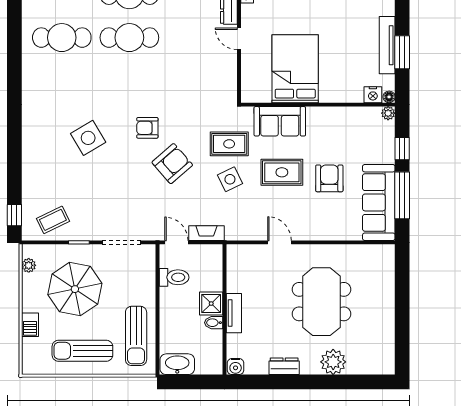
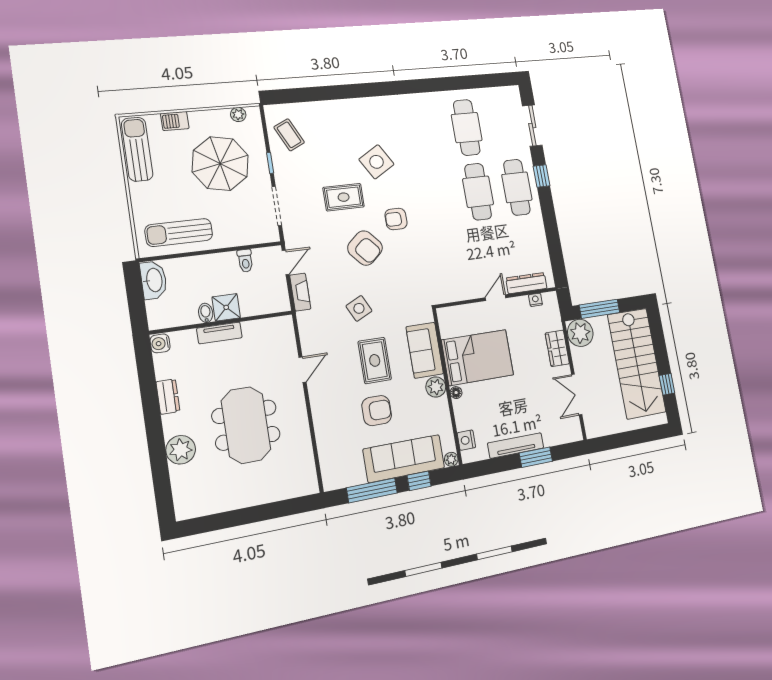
window: (402, 52) -> (536, 457), moved
floor lamp: (389, 97) -> (456, 393), moved
plant: (317, 116) -> (436, 387), added
armchair: (147, 128) -> (396, 219), turned -90
rug: (229, 144) -> (344, 197), moved, turned 90
sofa: (379, 202) -> (404, 459), moved
window: (14, 215) -> (288, 96), removed
toilet: (174, 277) -> (245, 261), width x0.73, depth x0.72
meeting table: (321, 302) -> (246, 425), turned 90
sun lounger: (82, 351) -> (137, 149), moved

